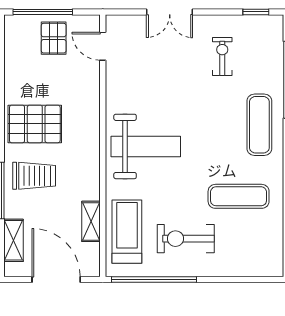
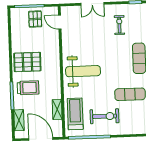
exercise bike: (186, 239) -> (105, 116), turned 180

